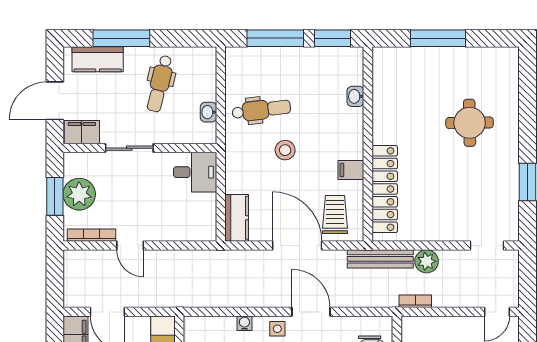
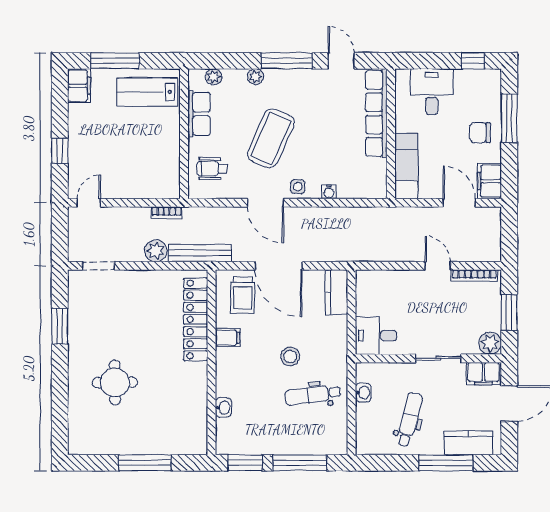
plant: (79, 194) -> (490, 343), moved, width x0.73, depth x0.73

